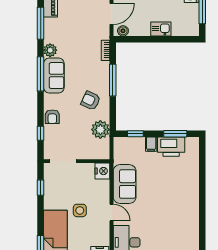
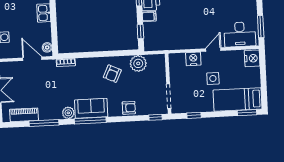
window: (113, 80) -> (93, 55), removed
window: (41, 133) -> (155, 117), moved
nightstand: (102, 171) -> (193, 59), moved
sofa: (125, 184) -> (187, 39), removed

